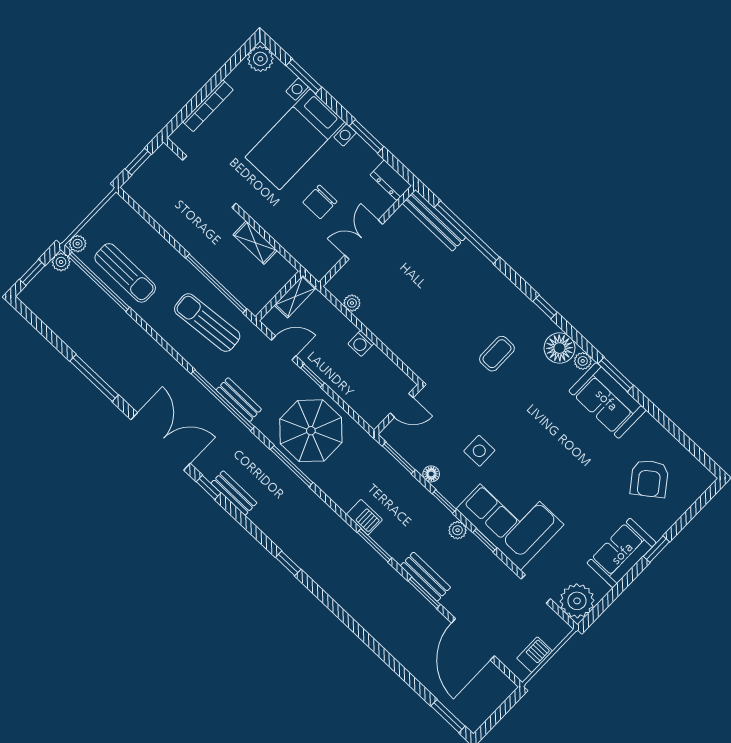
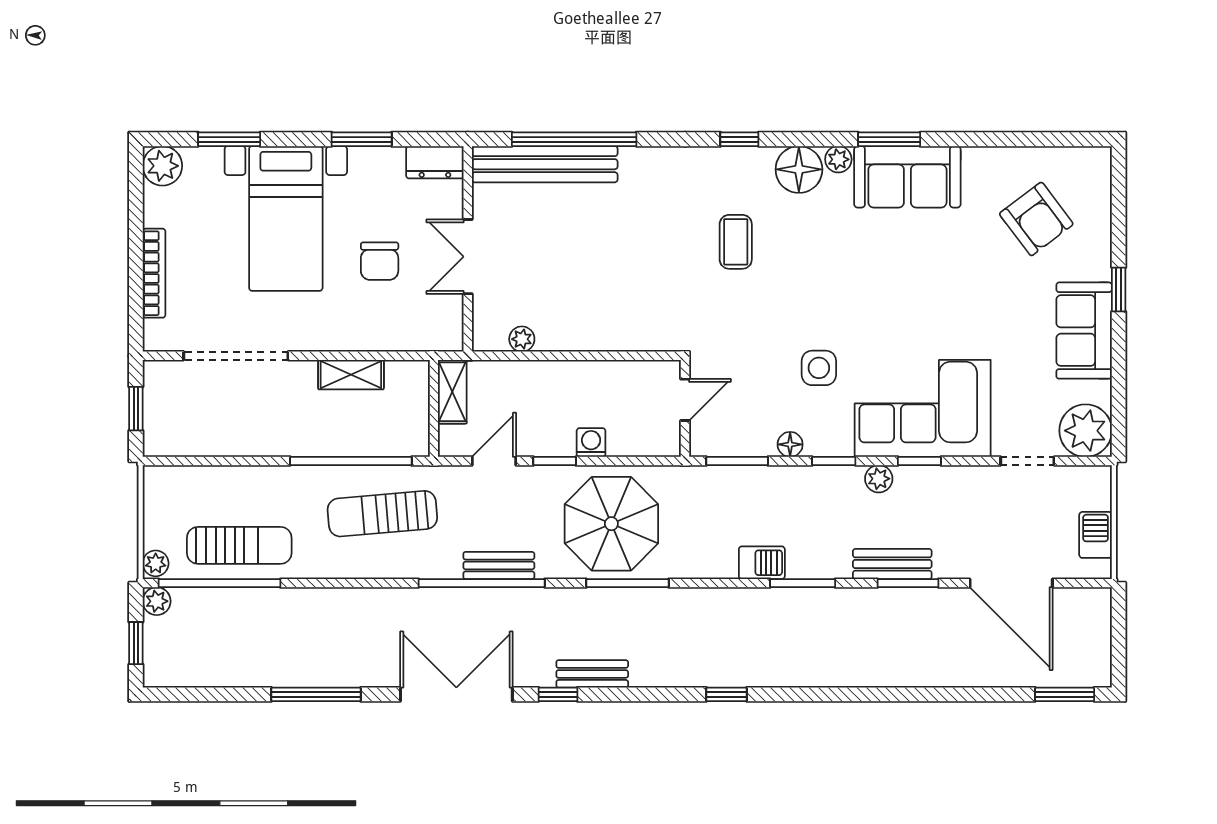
bench: (434, 220) -> (545, 164), width x1.37, depth x1.21
washing machine: (361, 343) -> (591, 442), moved, turned 180

